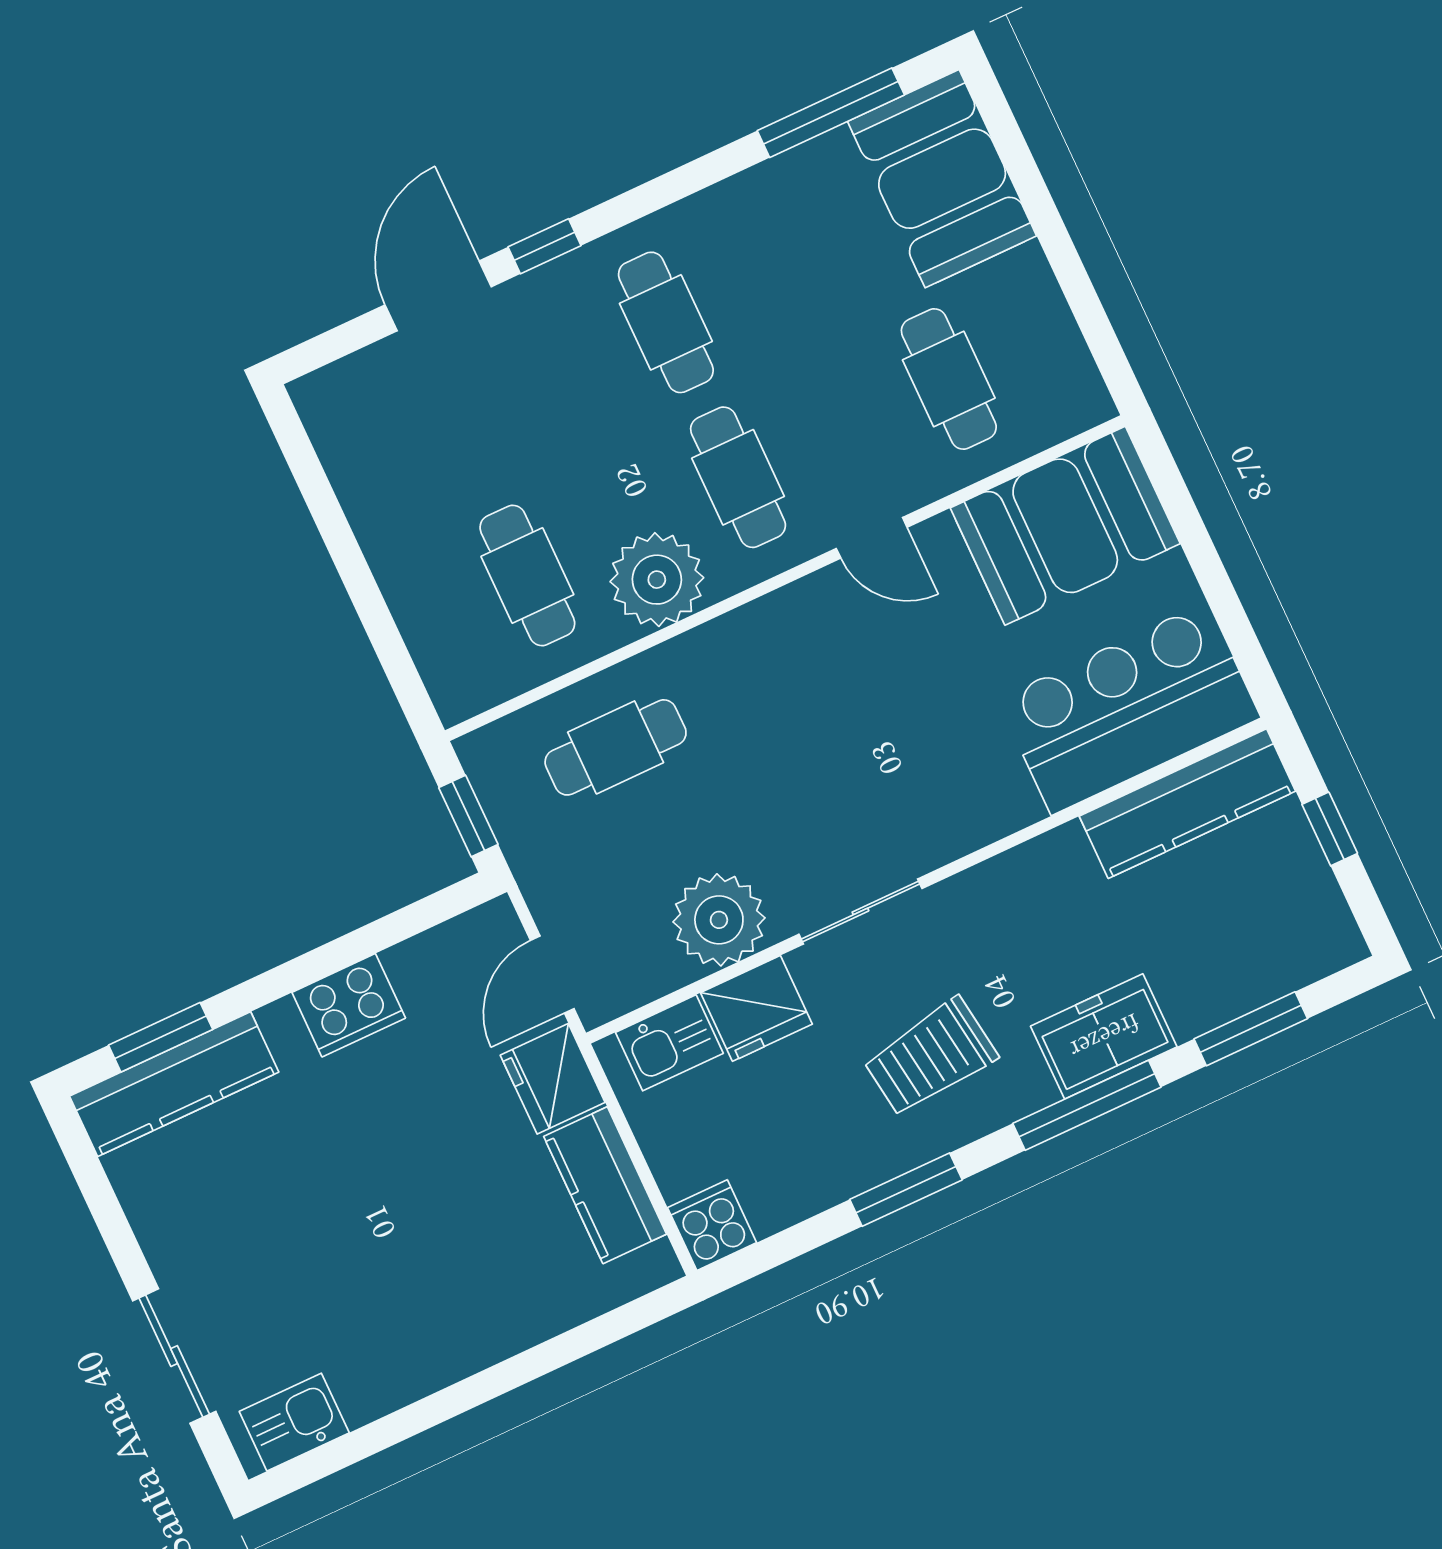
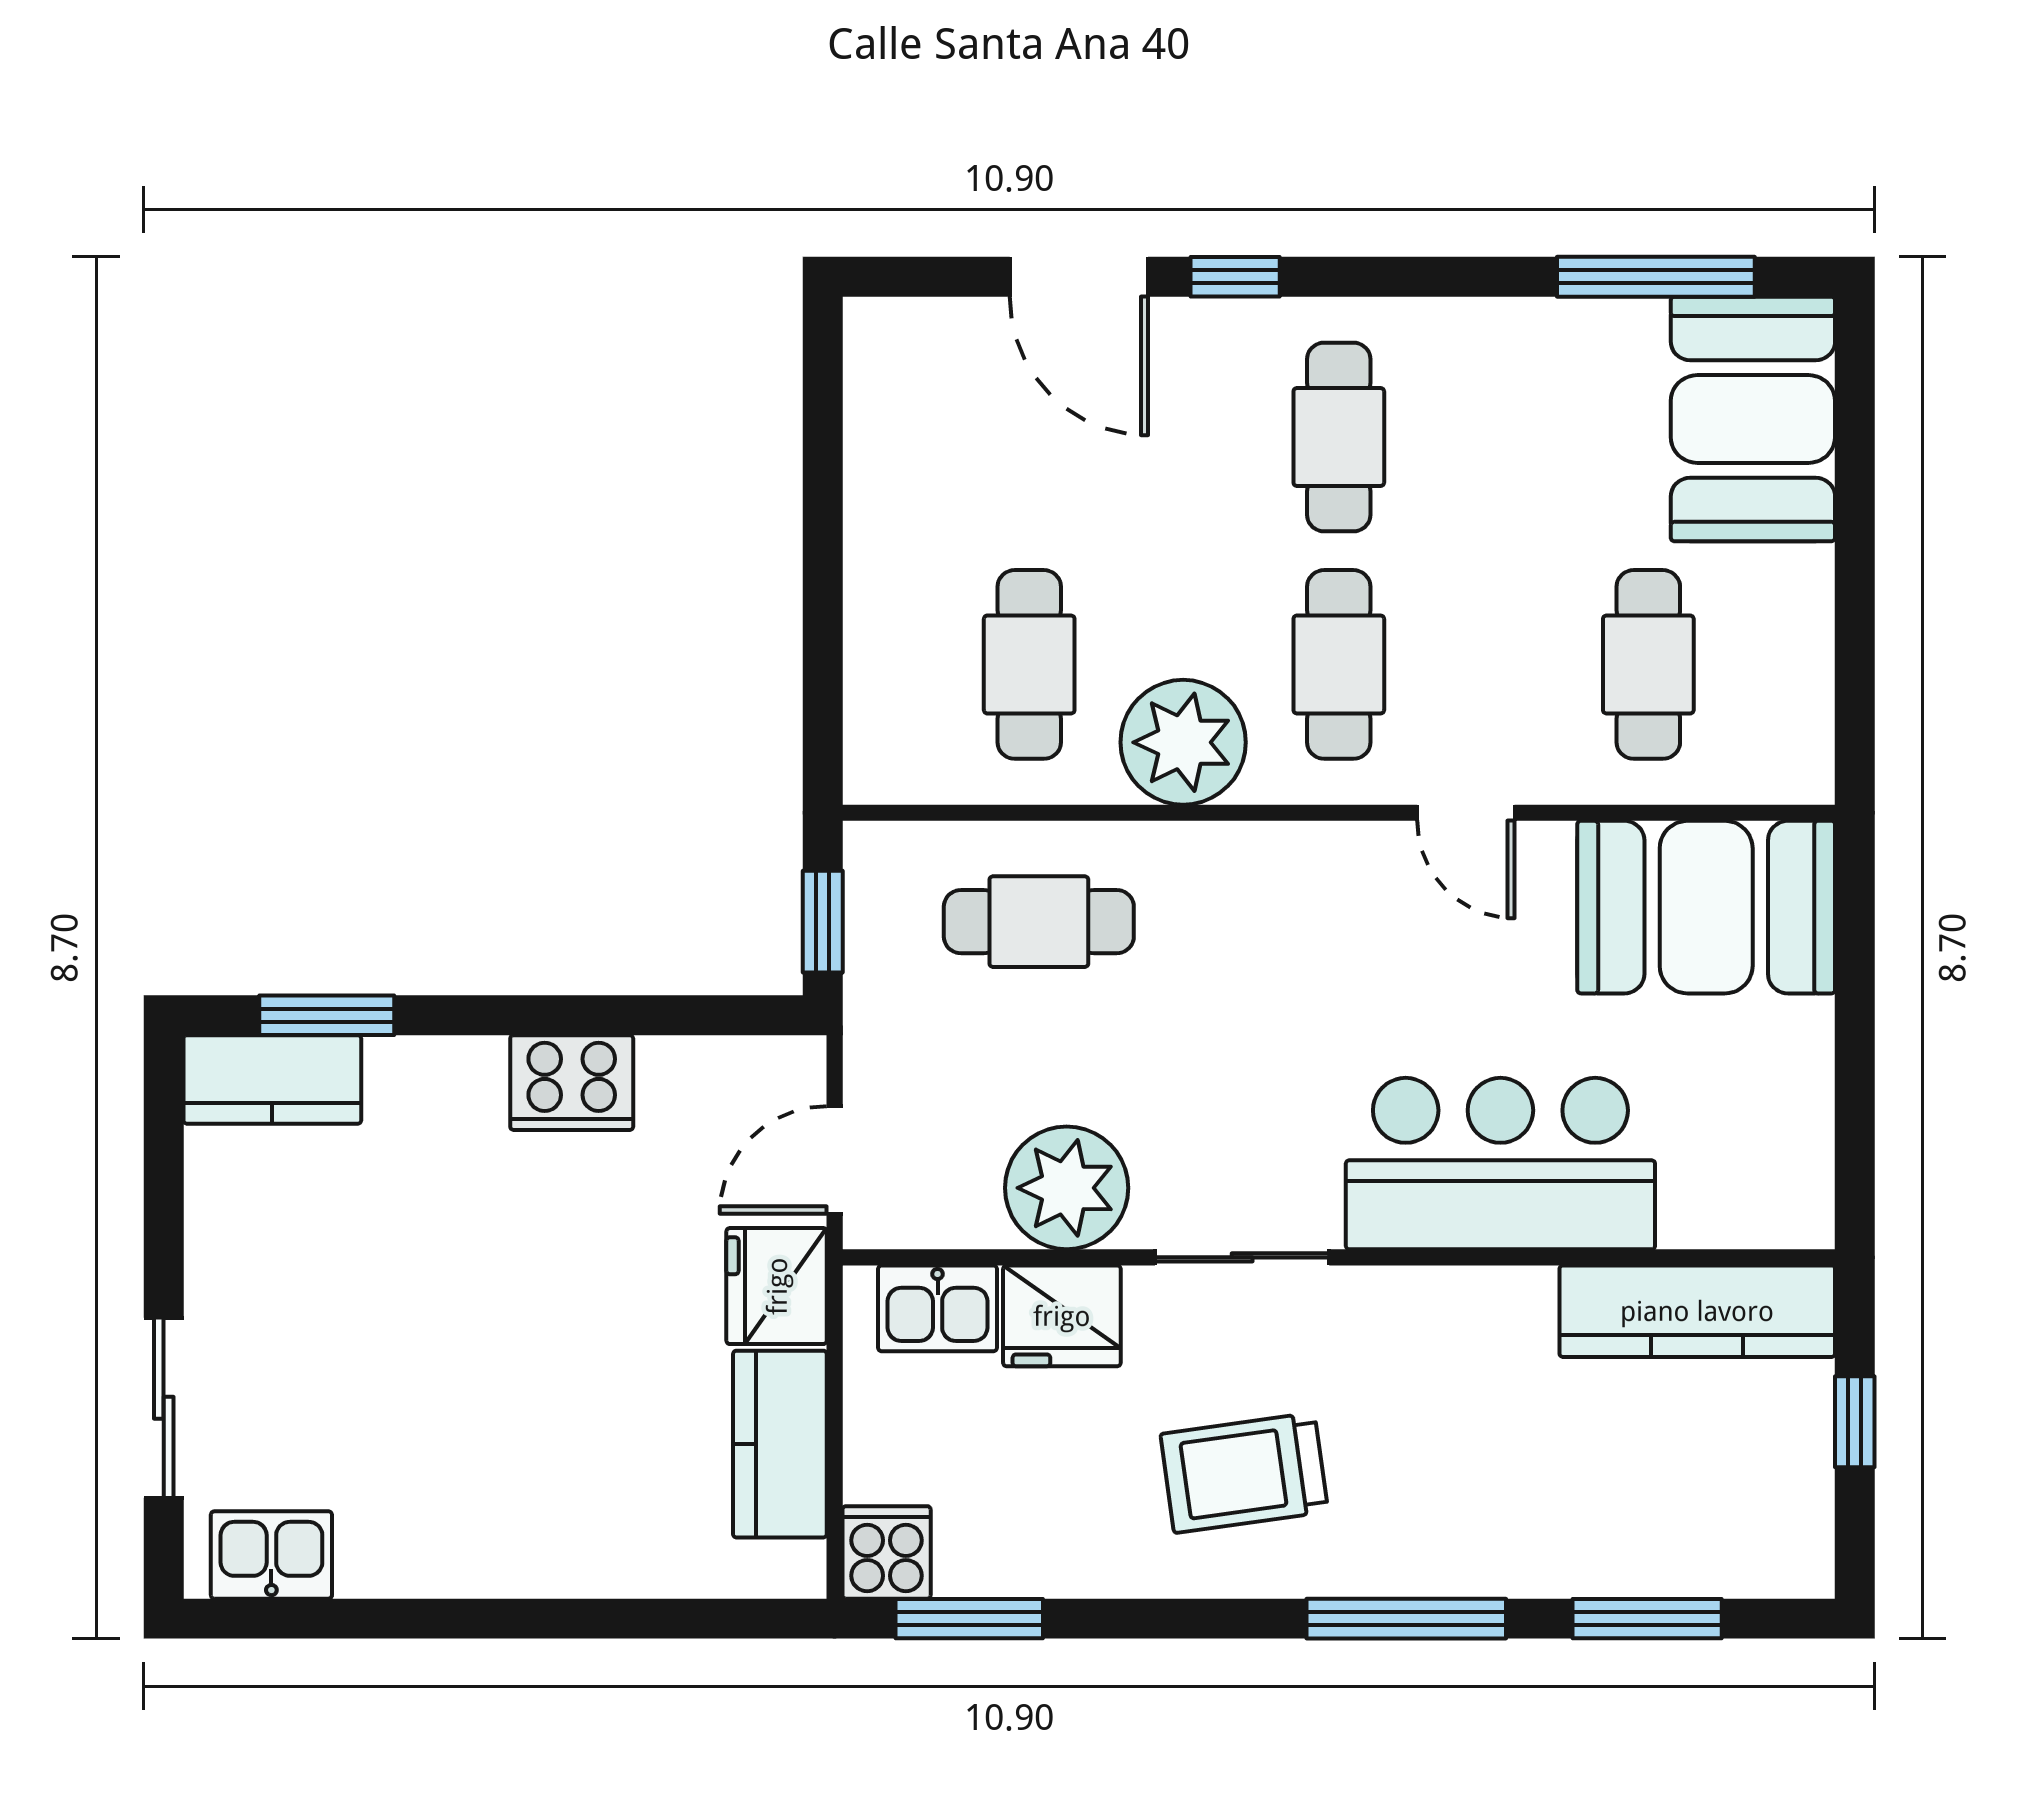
door: (438, 296) -> (1079, 277), swing flipped
bar counter: (1129, 708) -> (1500, 1164), moved
freezer: (1104, 1036) -> (1465, 1545), removed
kitchen counter: (174, 1084) -> (272, 1079), width x0.67
window: (906, 1190) -> (969, 1619), moved

